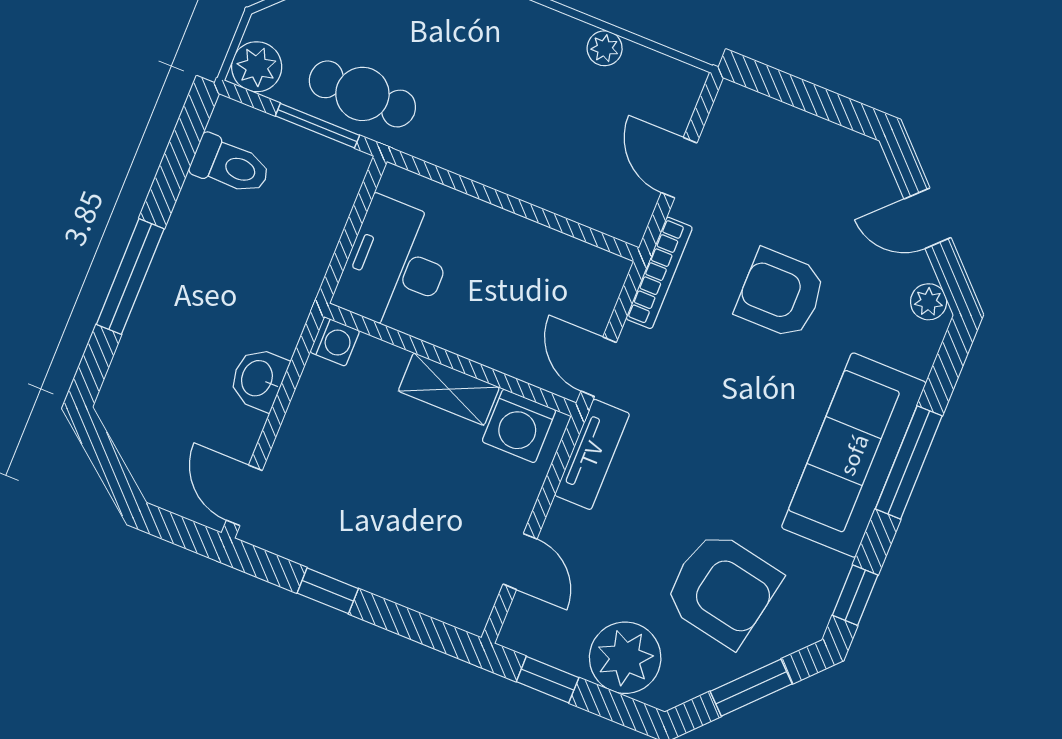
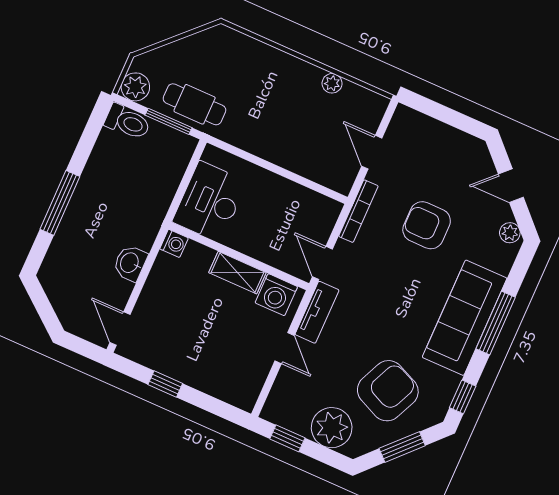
toilet: (230, 165) -> (128, 122), moved
door: (520, 562) -> (285, 348), moved
armchair: (722, 589) -> (388, 391), turned -77

